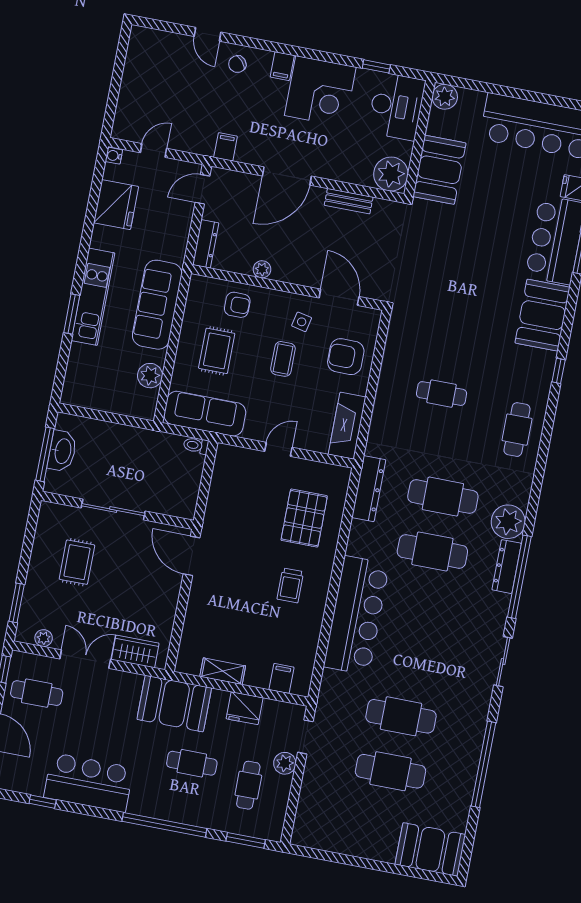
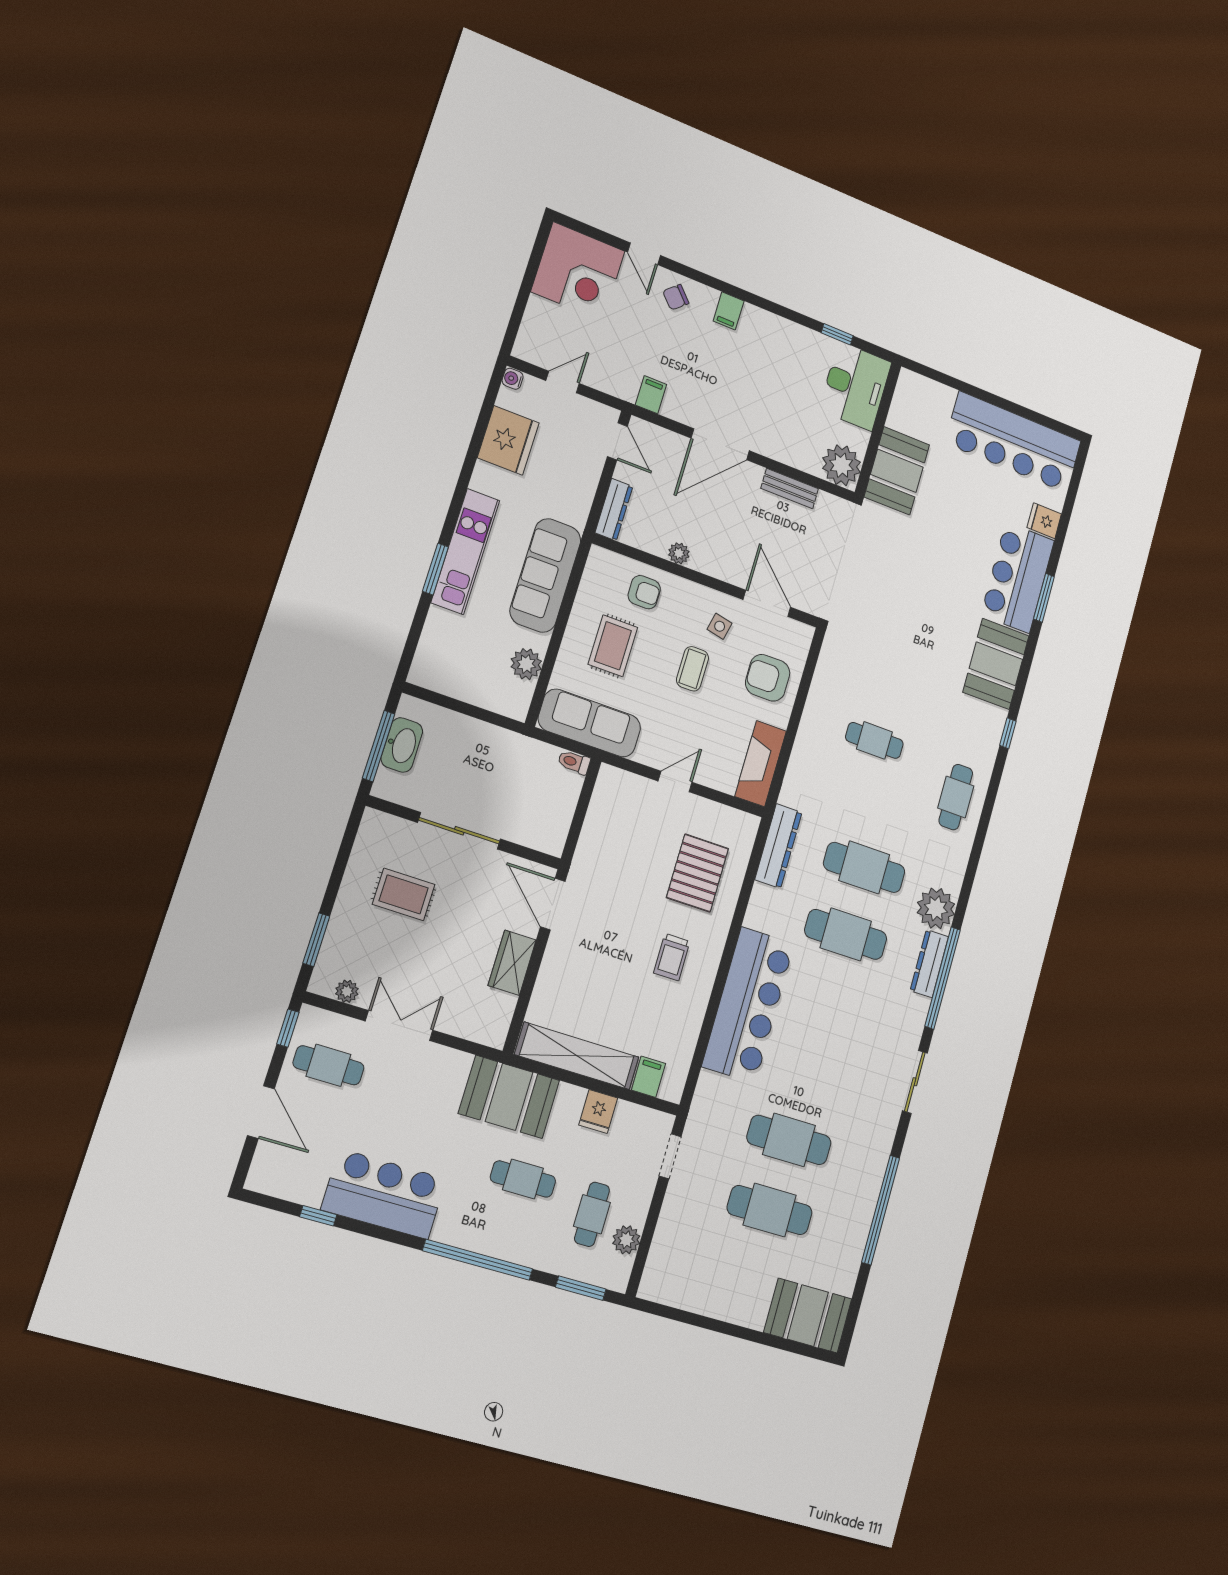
corner desk: (320, 91) -> (578, 271), moved
plant: (445, 97) -> (911, 386), removed
door: (202, 189) -> (617, 441), swing flipped
rug: (77, 562) -> (404, 894), turned 90
wardrobe: (135, 651) -> (512, 963), moved, turned -90
shelving: (223, 671) -> (577, 1056), width x2.20, depth x1.33
fridge: (245, 708) -> (598, 1111), width x0.72
plant: (285, 763) -> (626, 1240), moved

